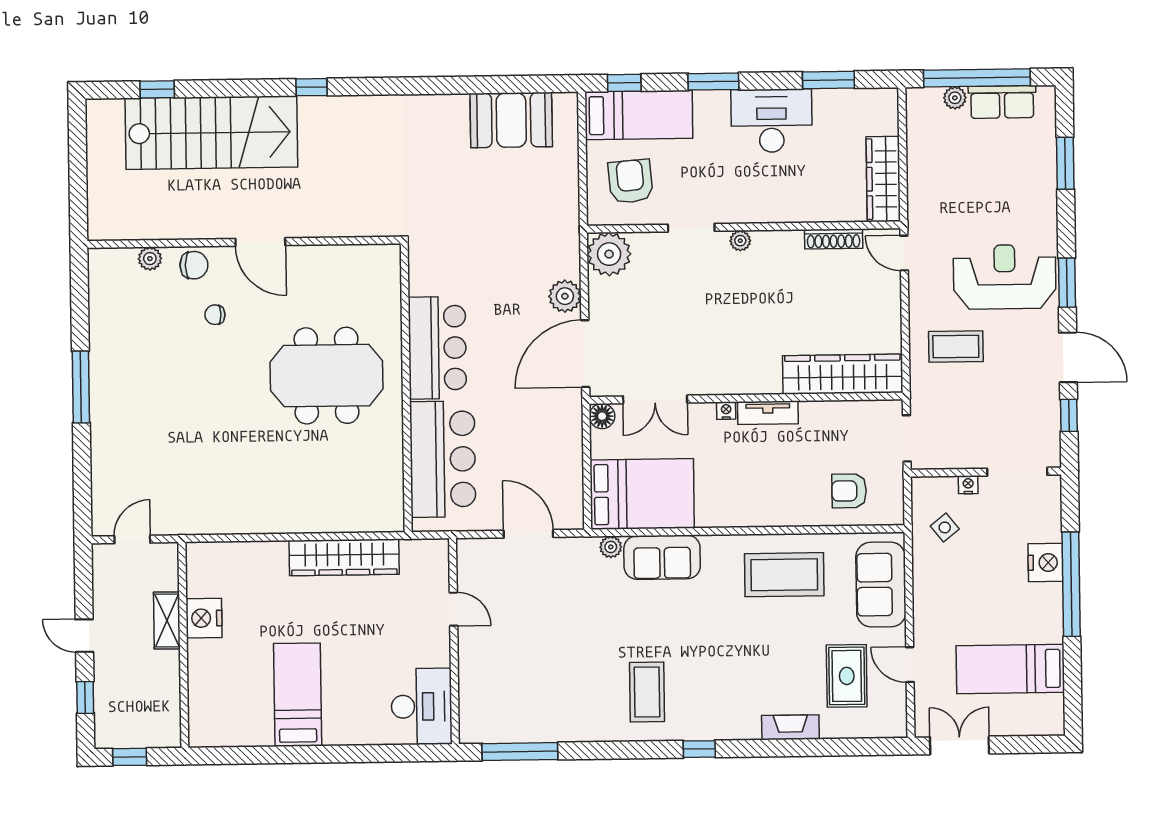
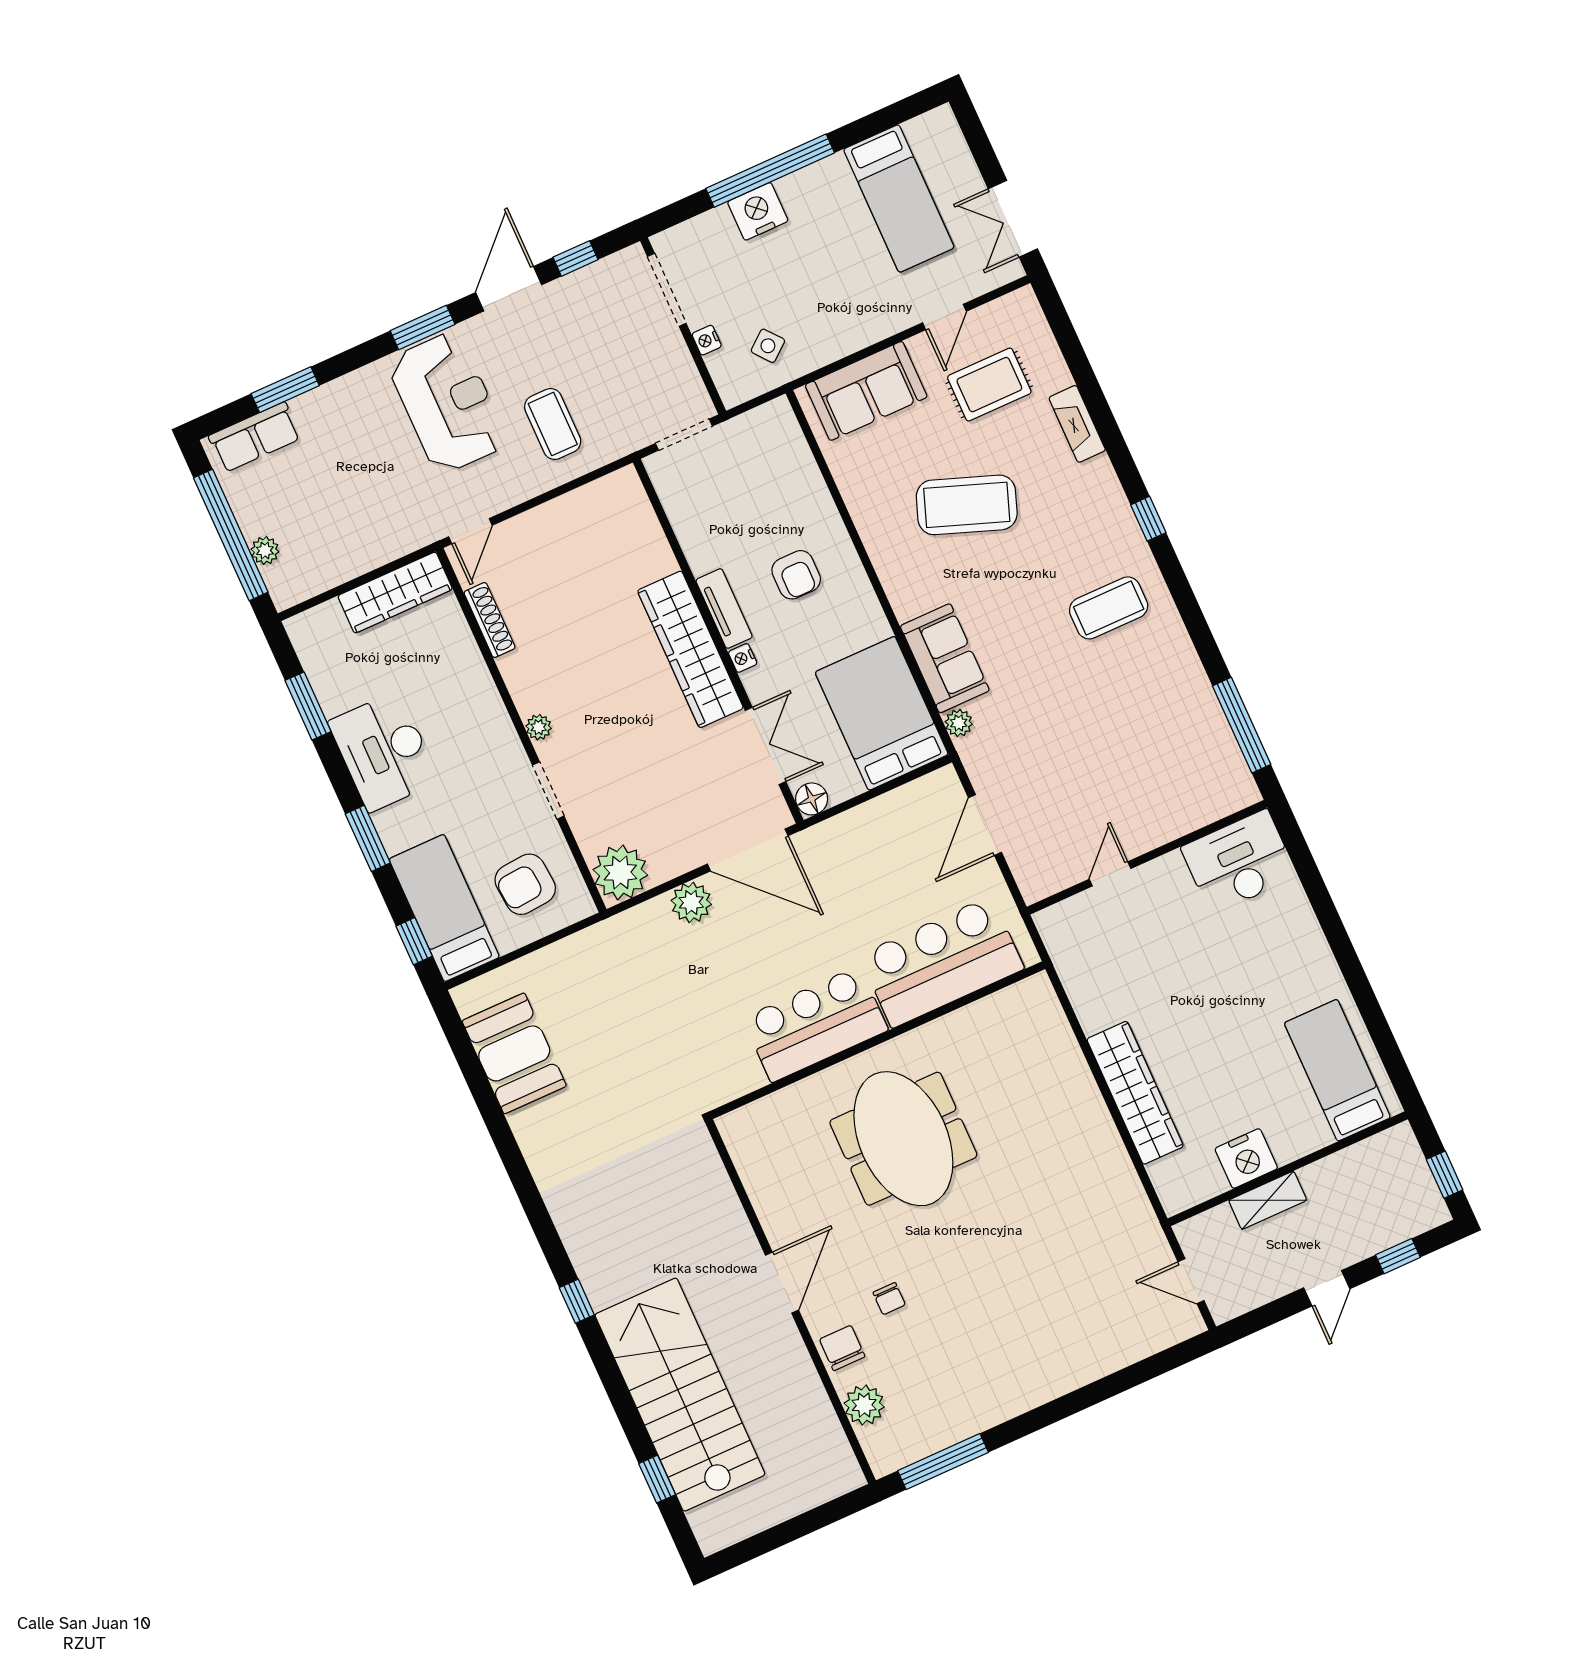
row of seats: (1002, 102) -> (255, 437), moved, turned 90
plant: (150, 259) -> (864, 1405), width x1.38, depth x1.38
reception desk: (1005, 277) -> (447, 403), turned 180
wardrobe: (843, 374) -> (690, 649), moved
window: (81, 387) -> (943, 1462), moved
armchair: (849, 491) -> (796, 575), moved
wardrobe: (344, 557) -> (1135, 1093), moved
coffee table: (784, 575) -> (967, 505), moved, turned -70
bed: (298, 695) -> (1337, 1070), moved, turned 90

